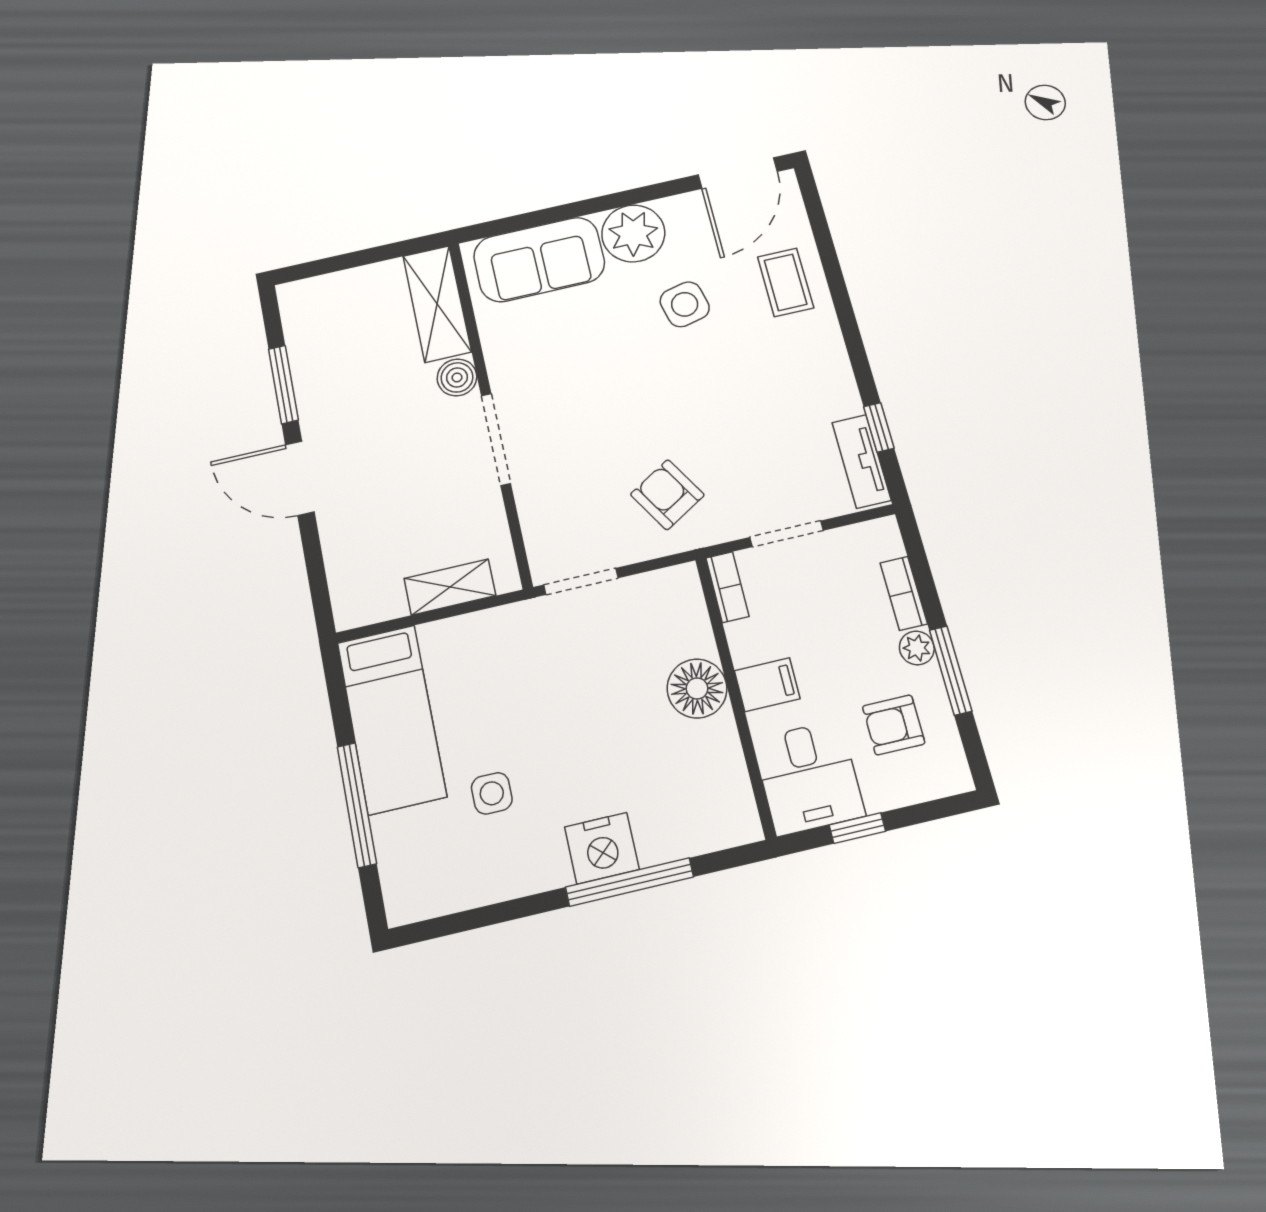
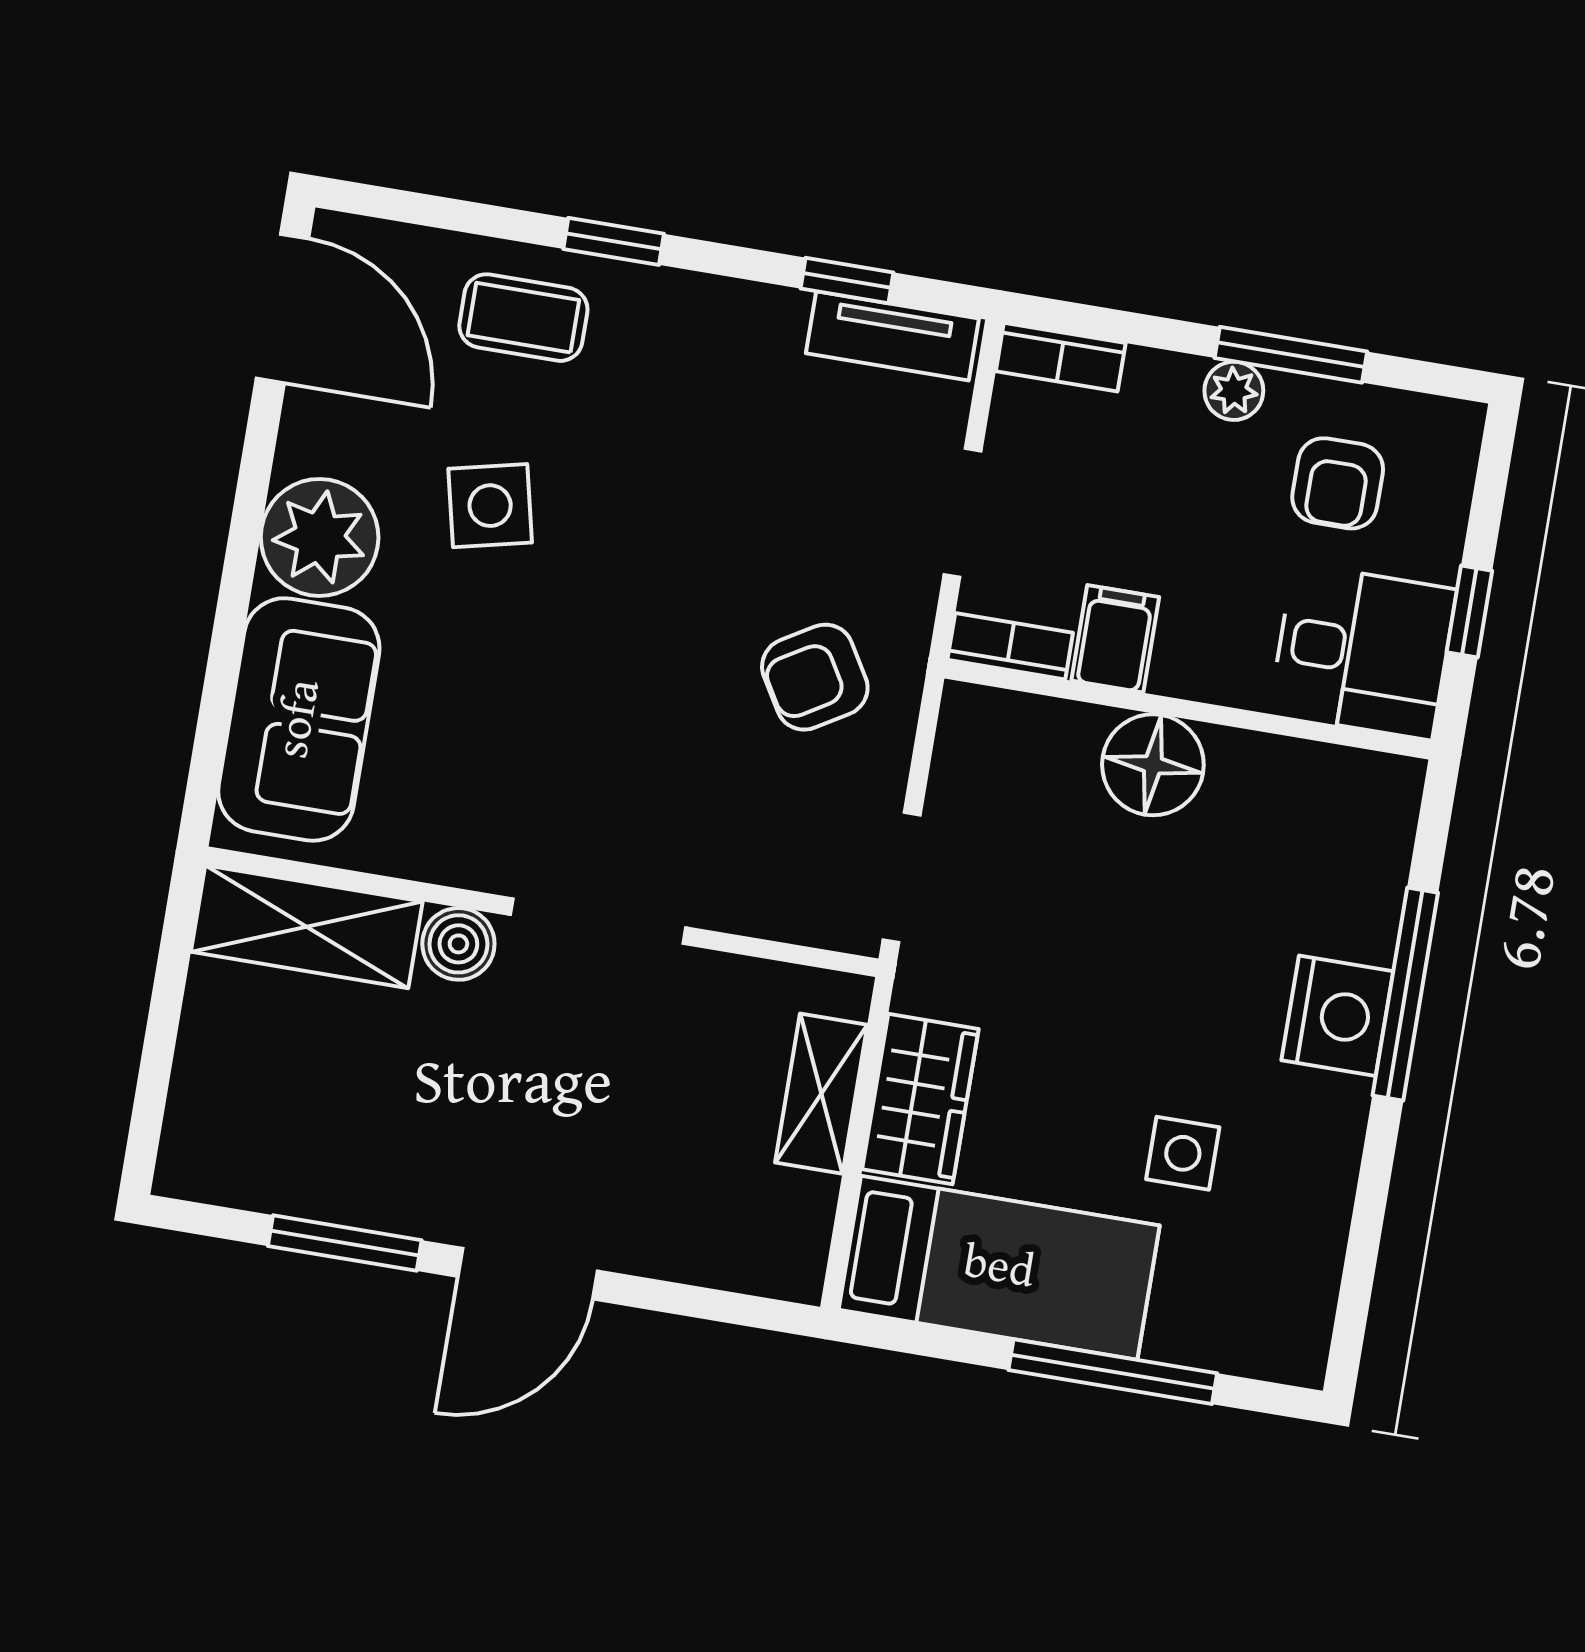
window: (844, 309) -> (614, 241), added
bookcase: (904, 593) -> (1061, 357), moved
wardrobe: (467, 639) -> (920, 1099), added
filing cabinet: (767, 685) -> (1115, 639), moved

